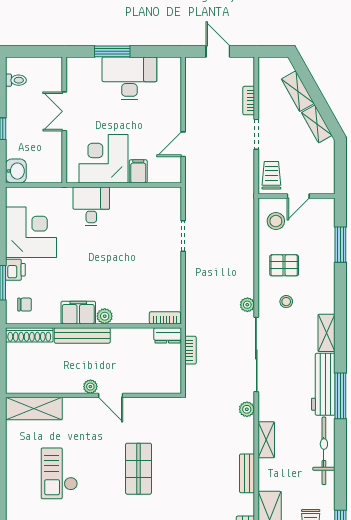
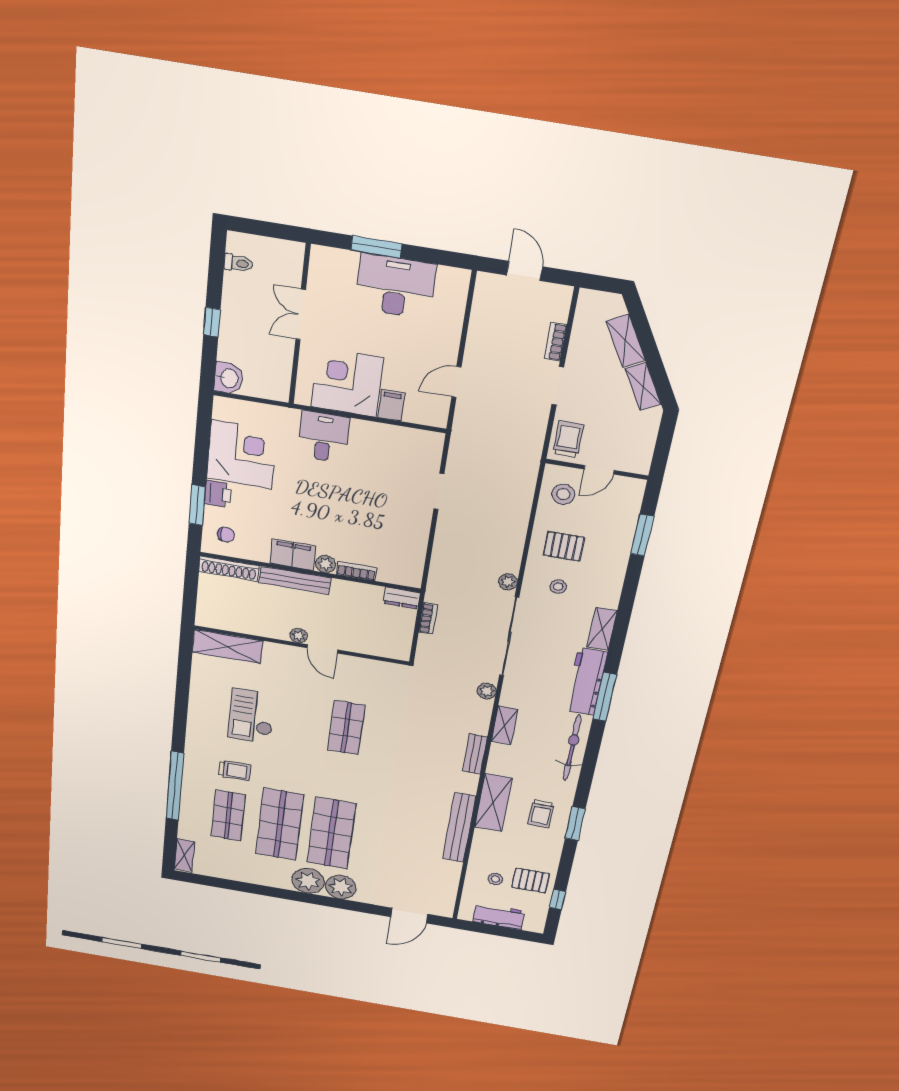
bookcase: (165, 318) -> (356, 571), moved

